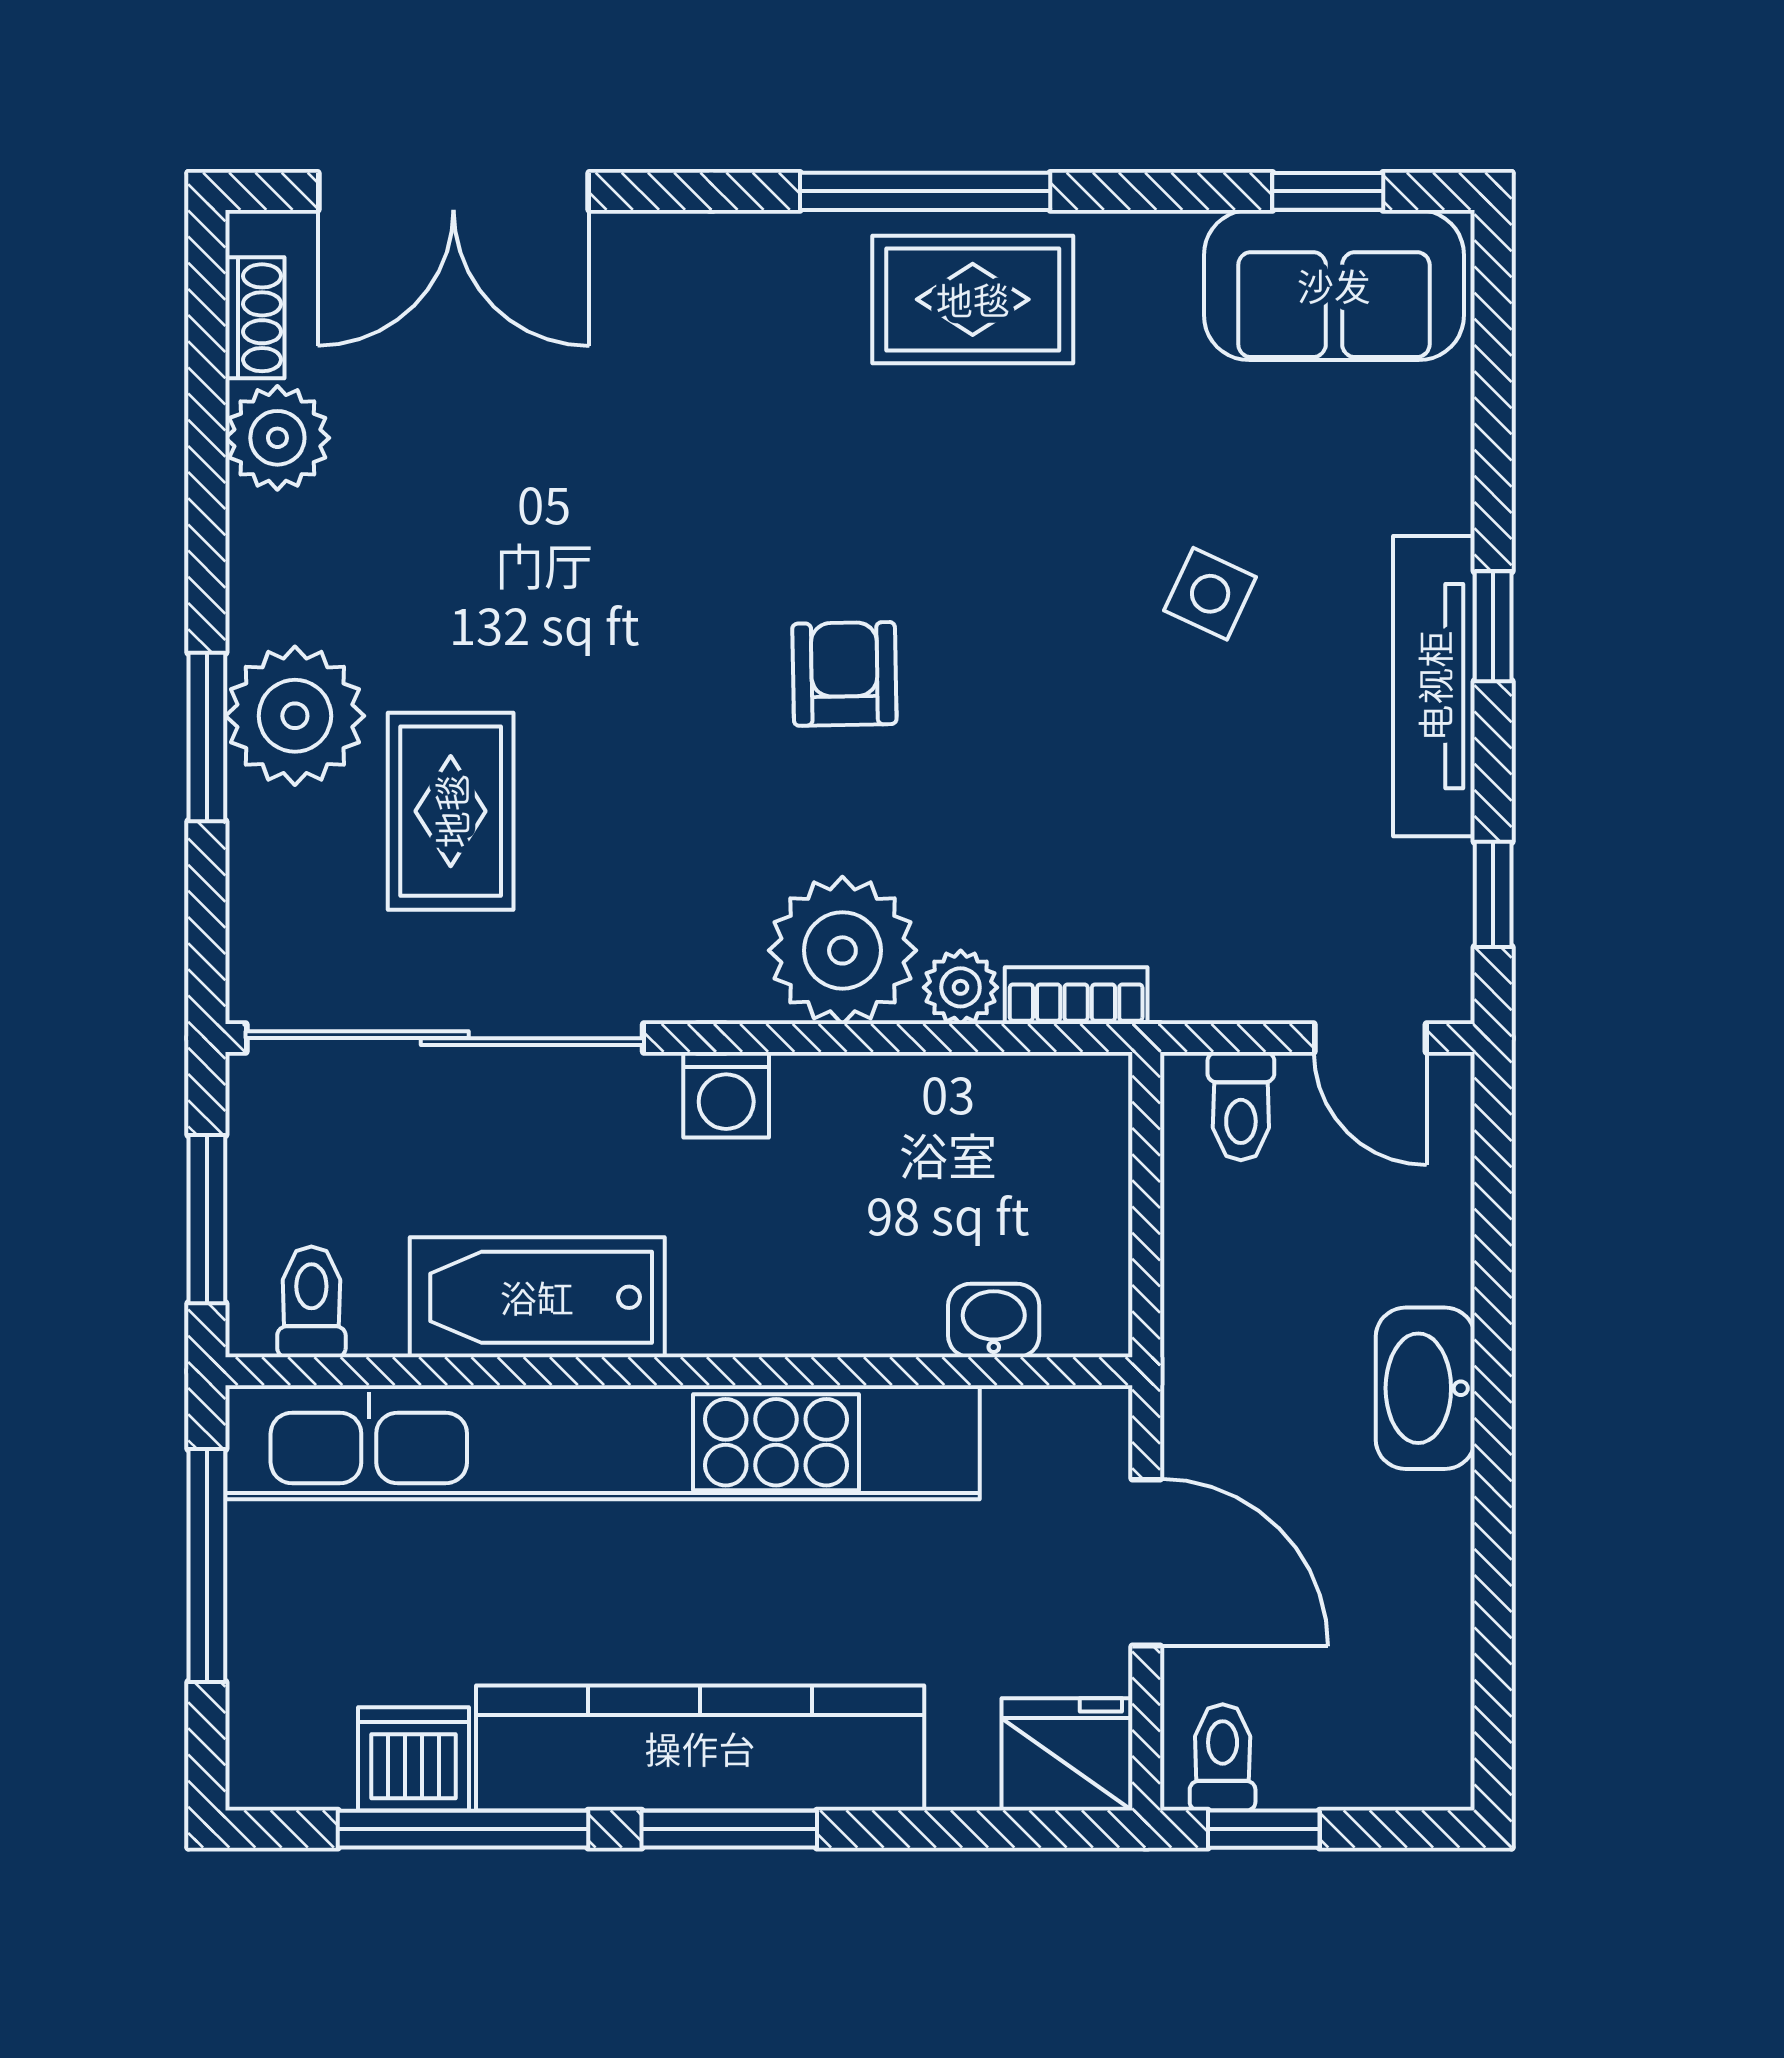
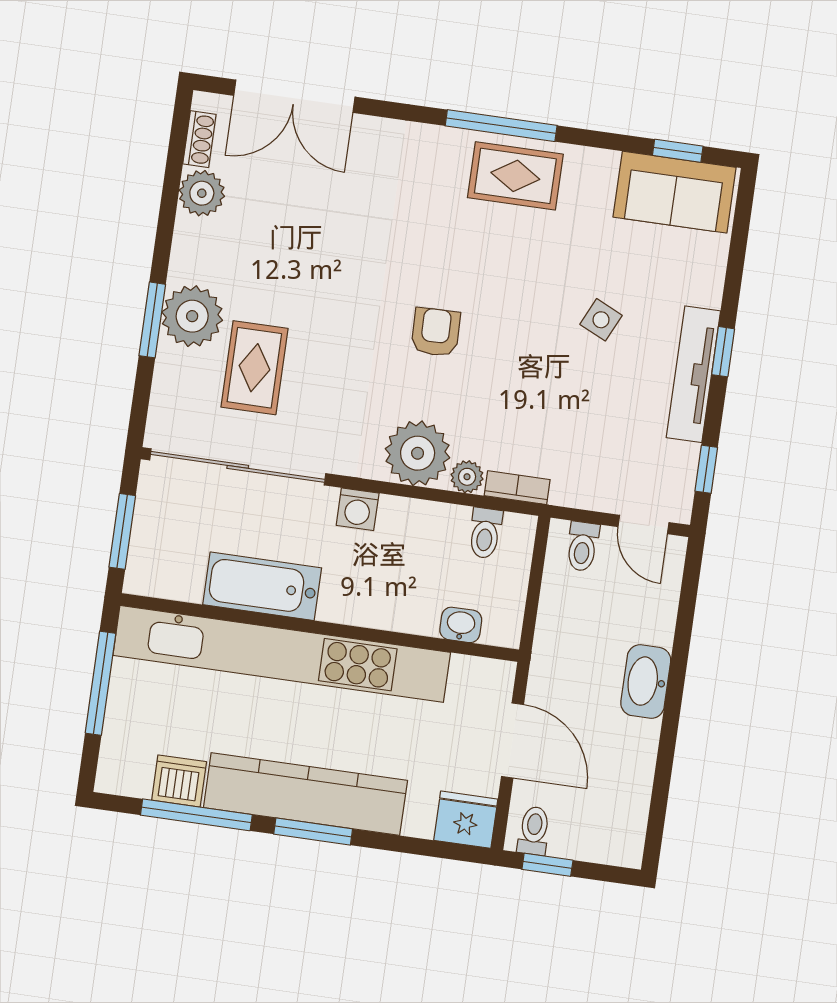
toilet: (311, 1302) -> (485, 533), moved, turned 180

